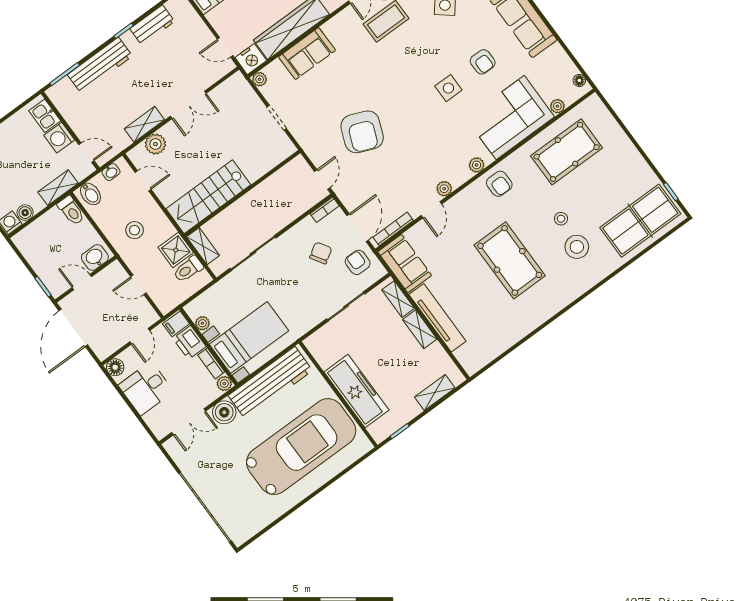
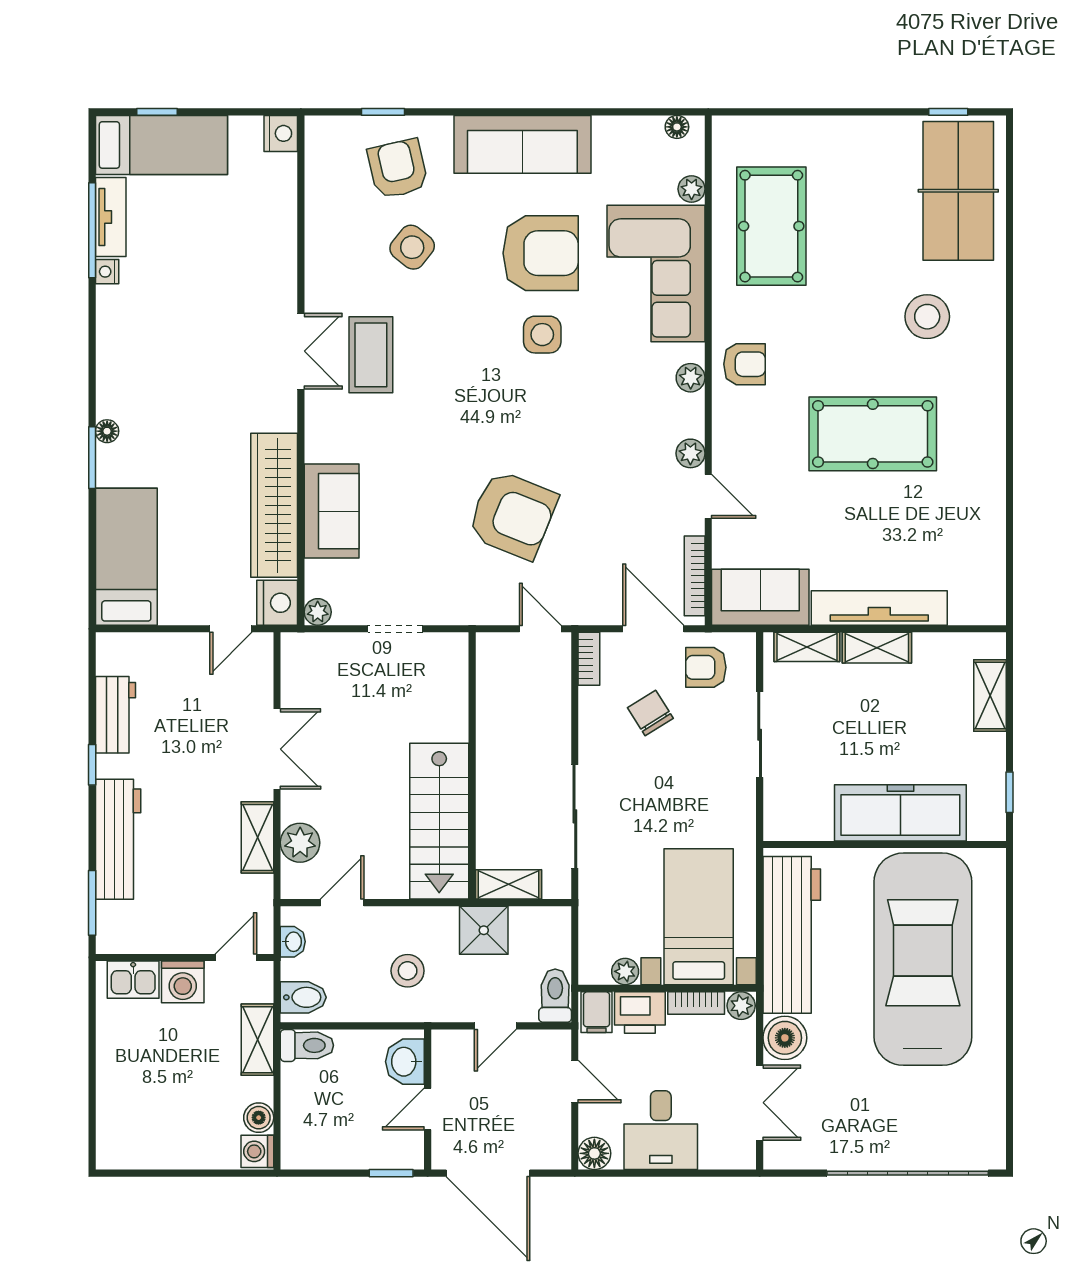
armchair: (483, 62) -> (541, 253), width x1.88, depth x1.88
stool: (561, 219) -> (867, 309), removed
toilet: (188, 269) -> (555, 996), moved, turned 180

